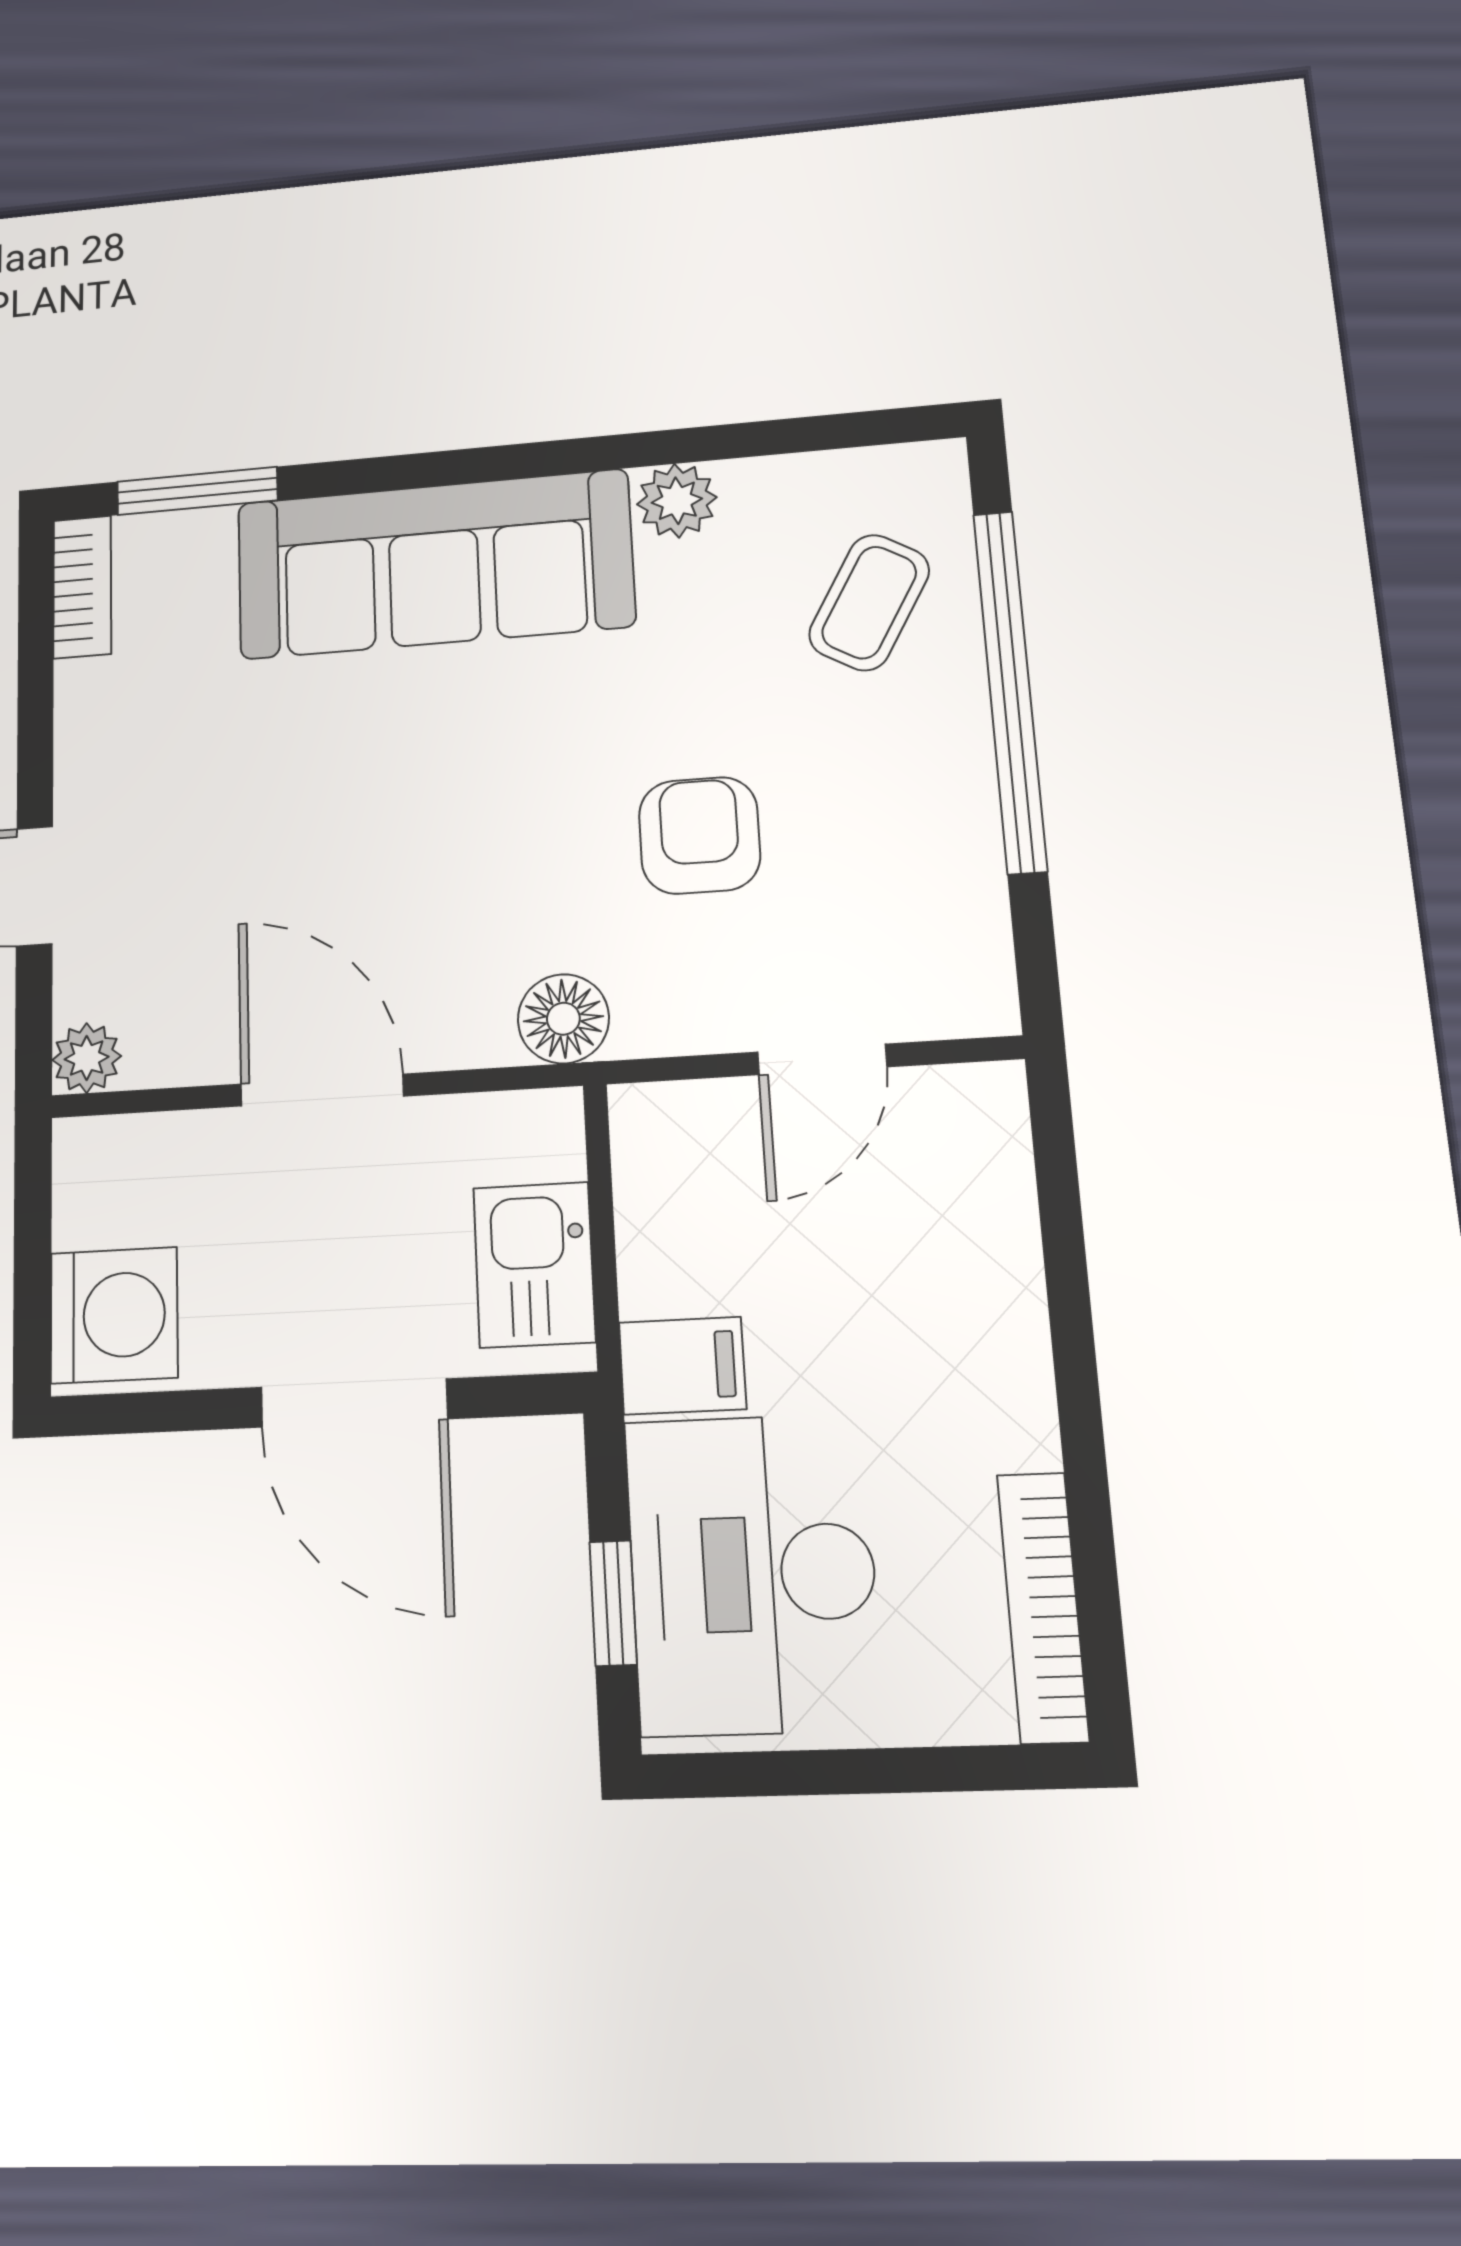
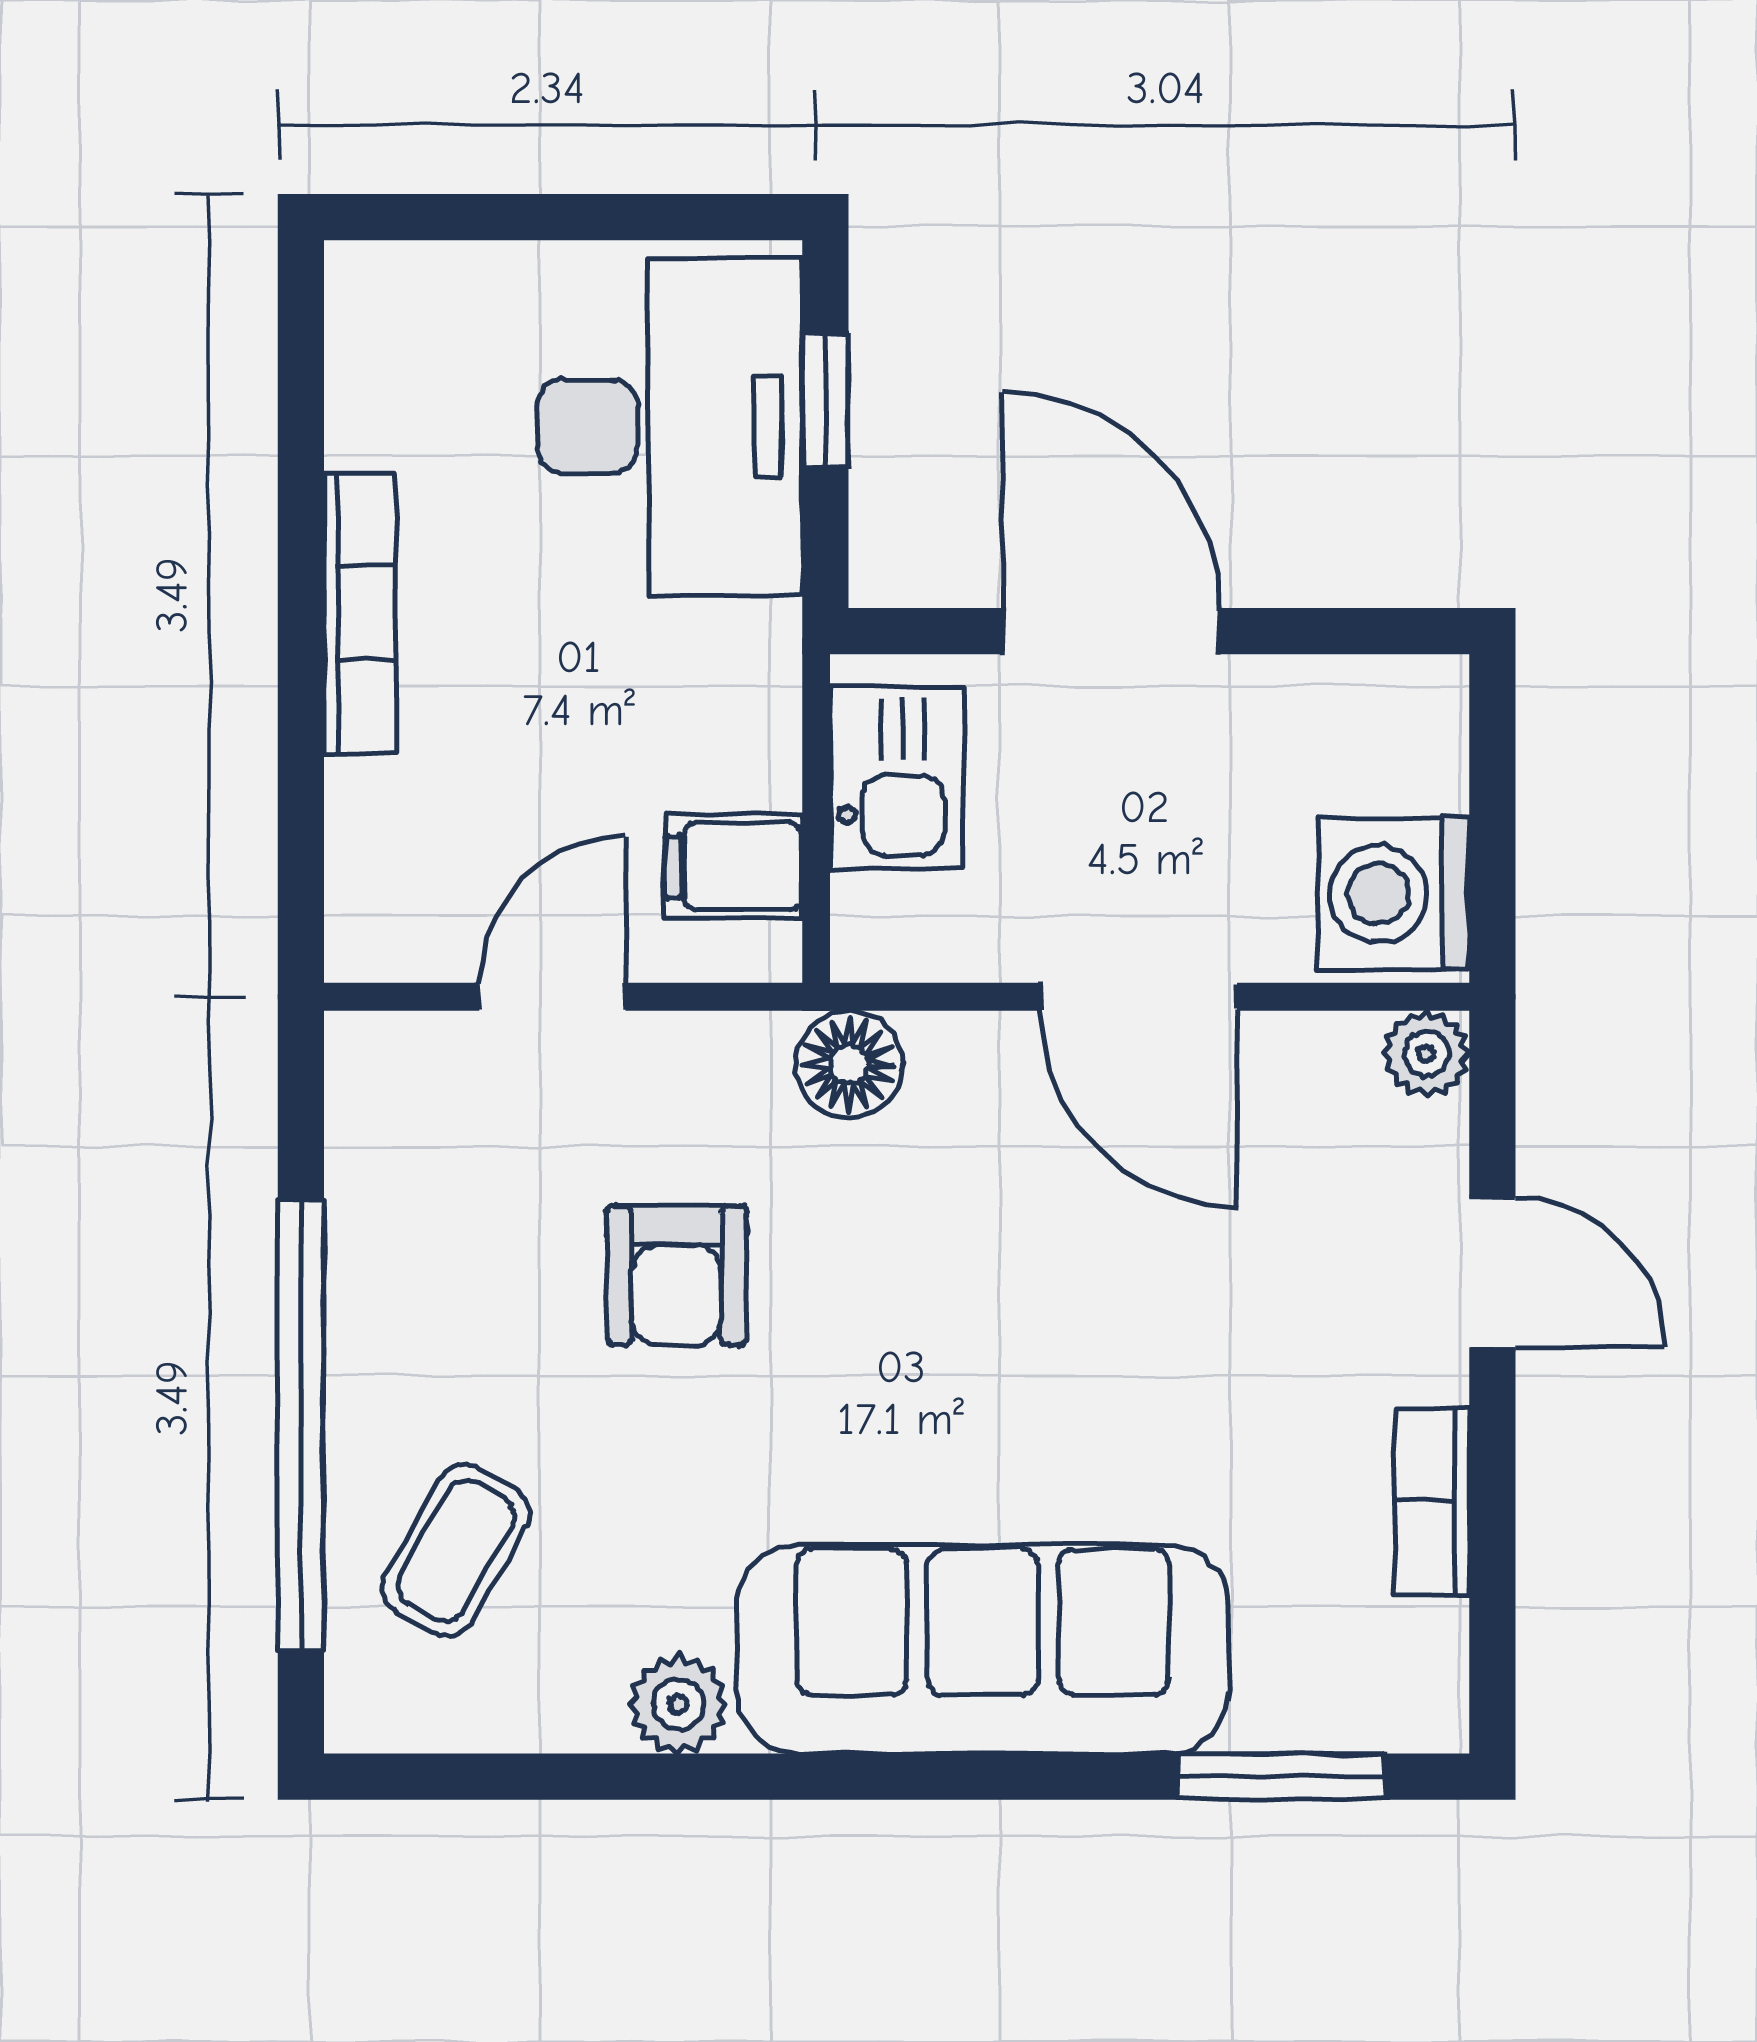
bookcase: (82, 587) -> (1432, 1501), moved
washing machine: (114, 1315) -> (1393, 894), moved
filing cabinet: (682, 1366) -> (733, 866), moved
bookcase: (1043, 1607) -> (360, 613), moved

